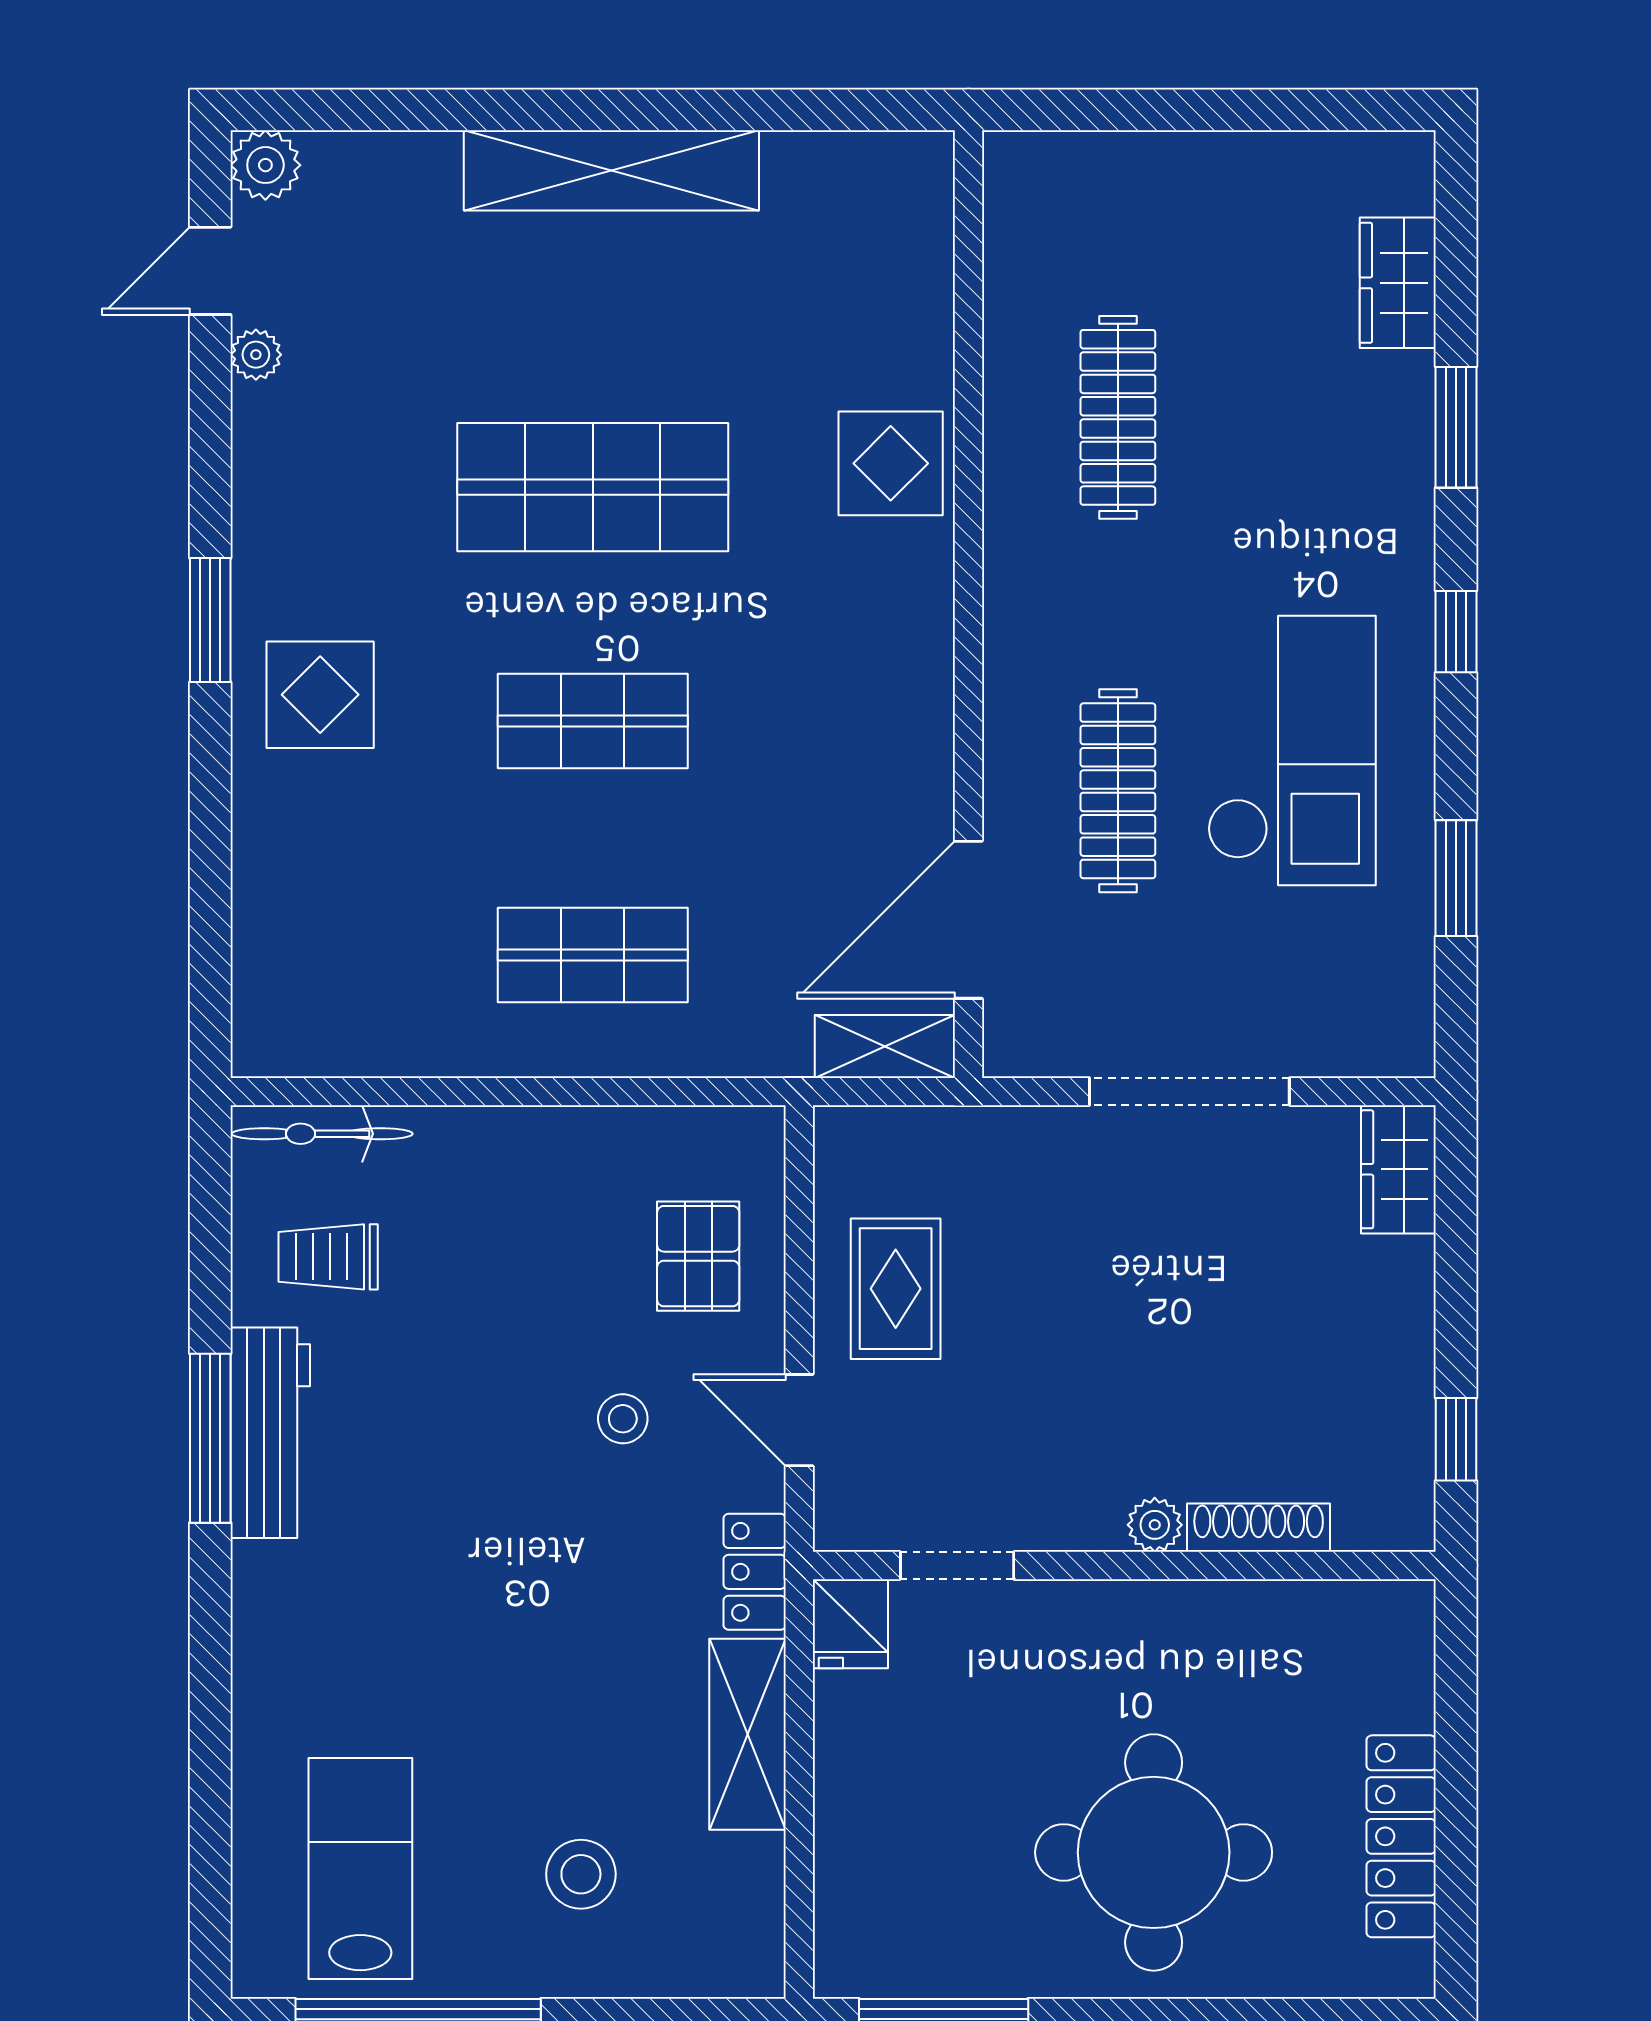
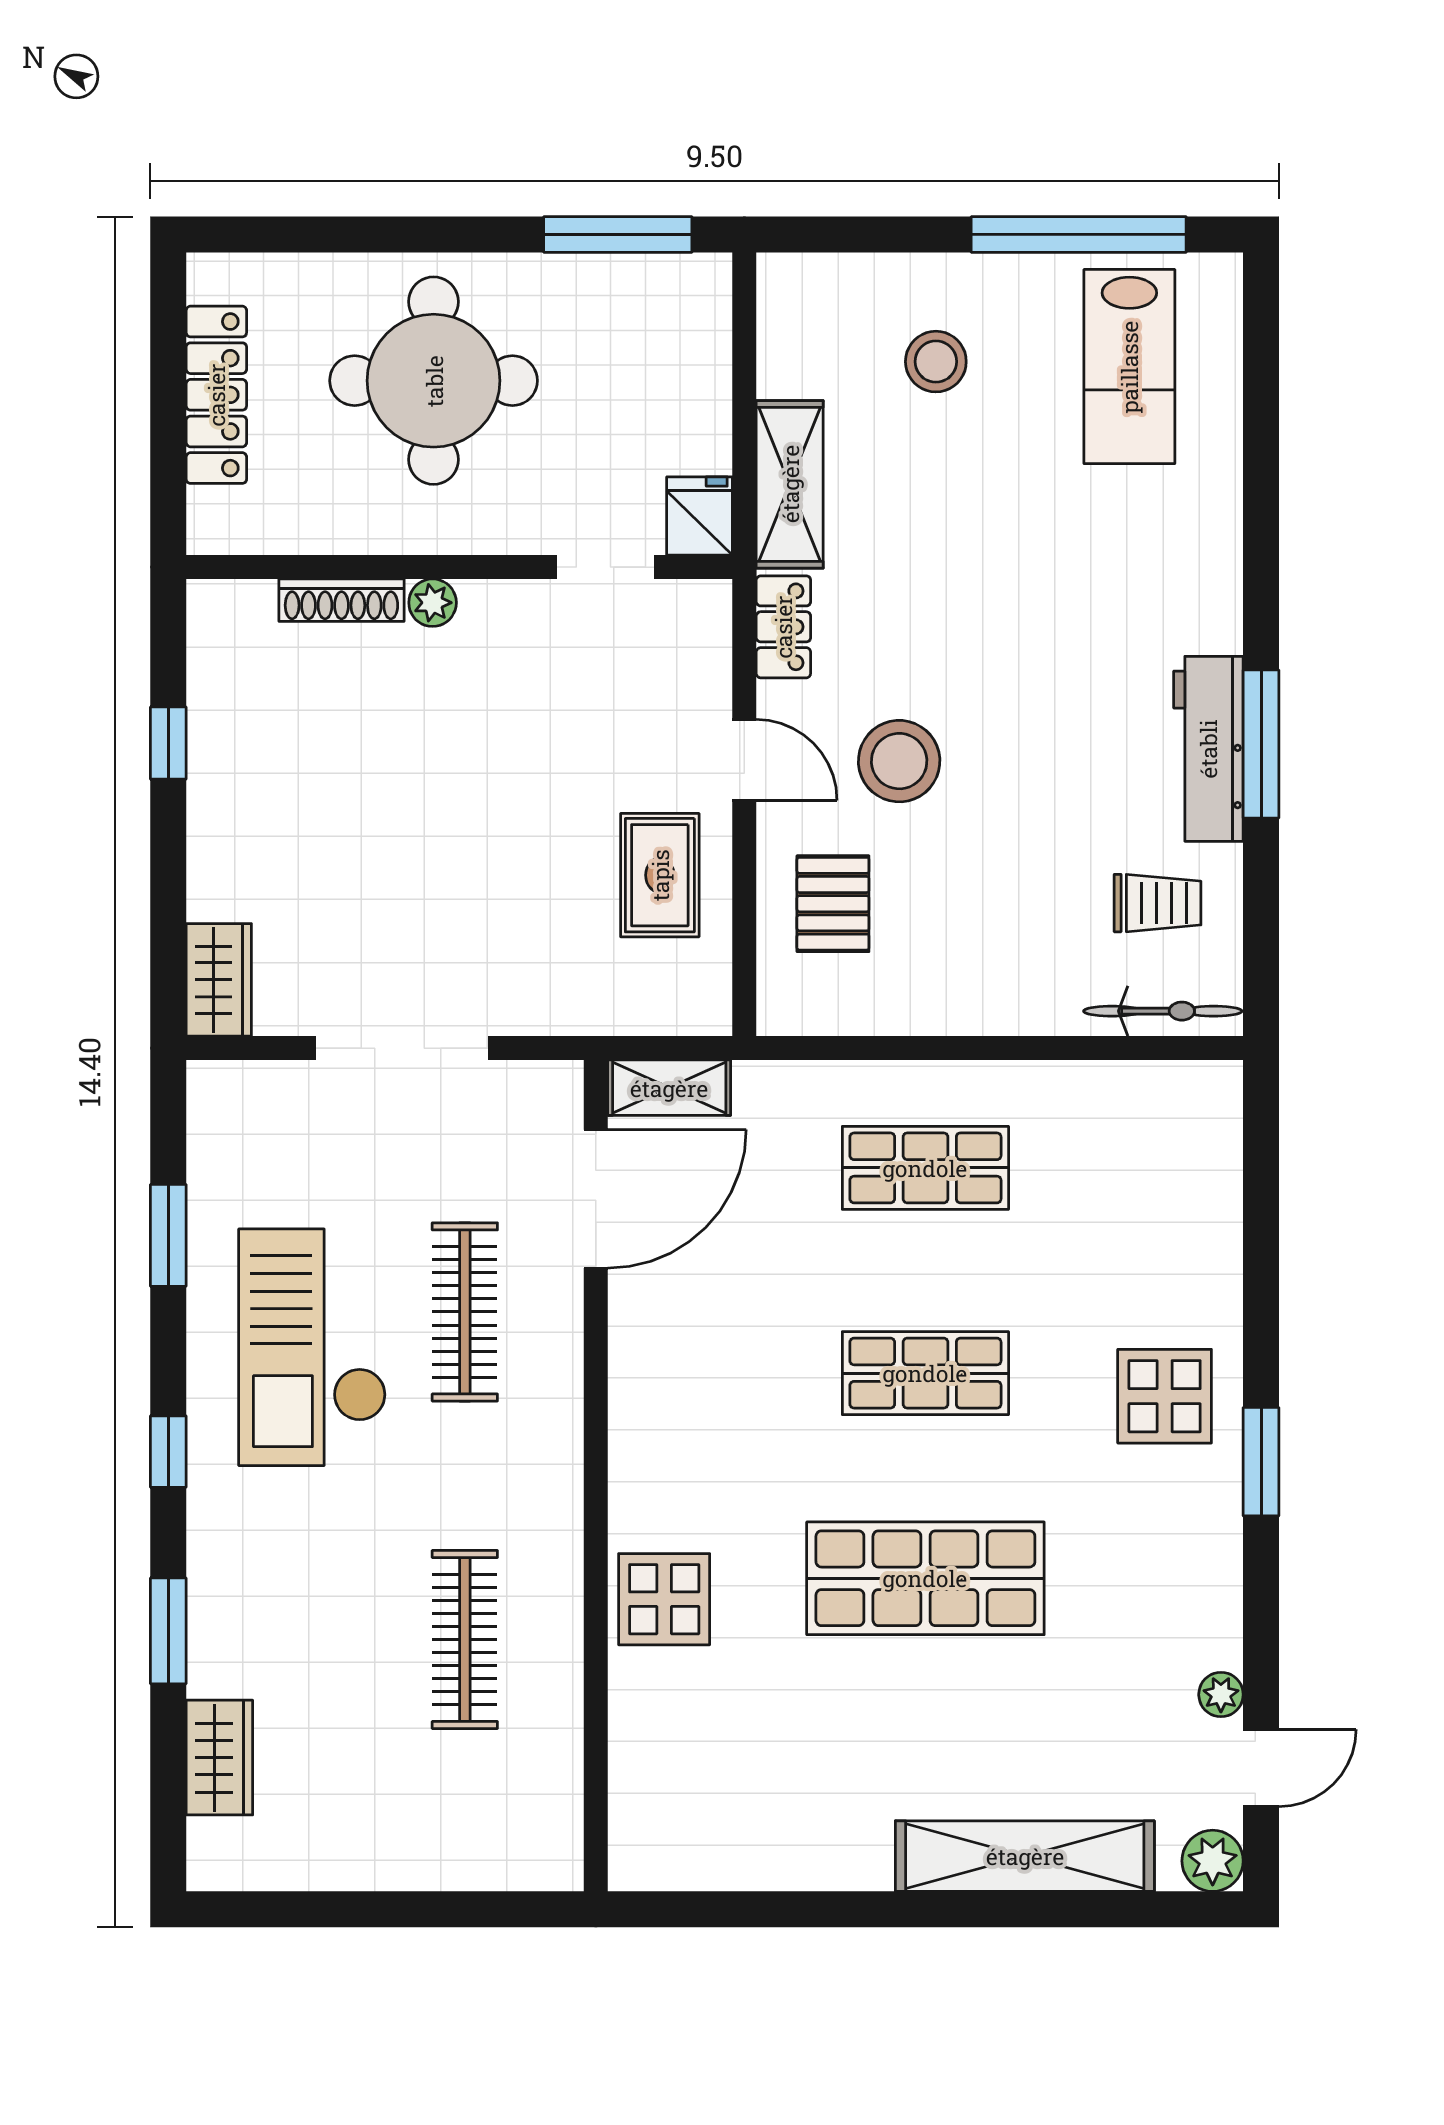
shelving: (611, 170) -> (1025, 1856), moved
stool: (623, 1419) -> (899, 761), width x1.89, depth x1.89
plant: (1155, 1525) -> (433, 603), moved
shoe rack: (1259, 1528) -> (341, 600), moved
doorway: (957, 1565) -> (606, 567), moved
wall: (1124, 1565) -> (459, 567), moved
fridge: (850, 1624) -> (700, 516), moved

